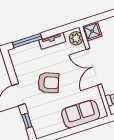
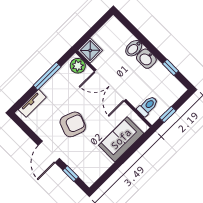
window: (27, 41) -> (47, 76), moved
tv unit: (52, 41) -> (32, 103), moved

